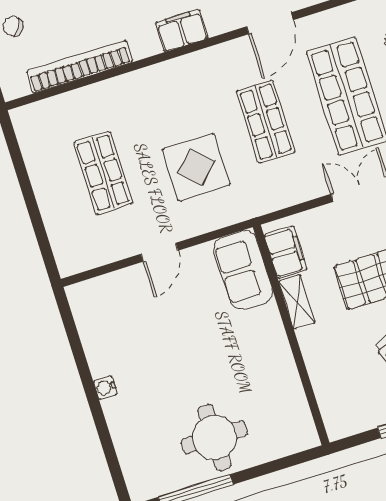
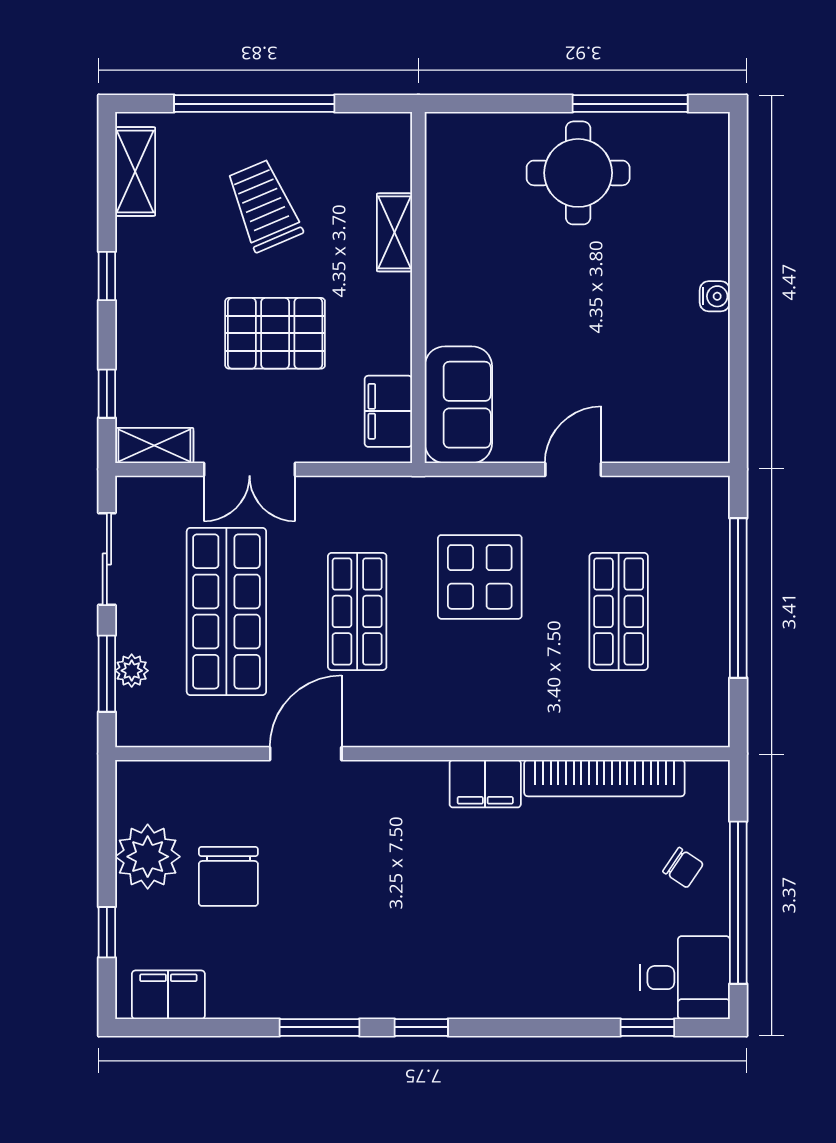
filing cabinet: (182, 30) -> (485, 784), moved
window: (32, 205) -> (738, 598), added
shelving: (297, 302) -> (395, 232), moved

